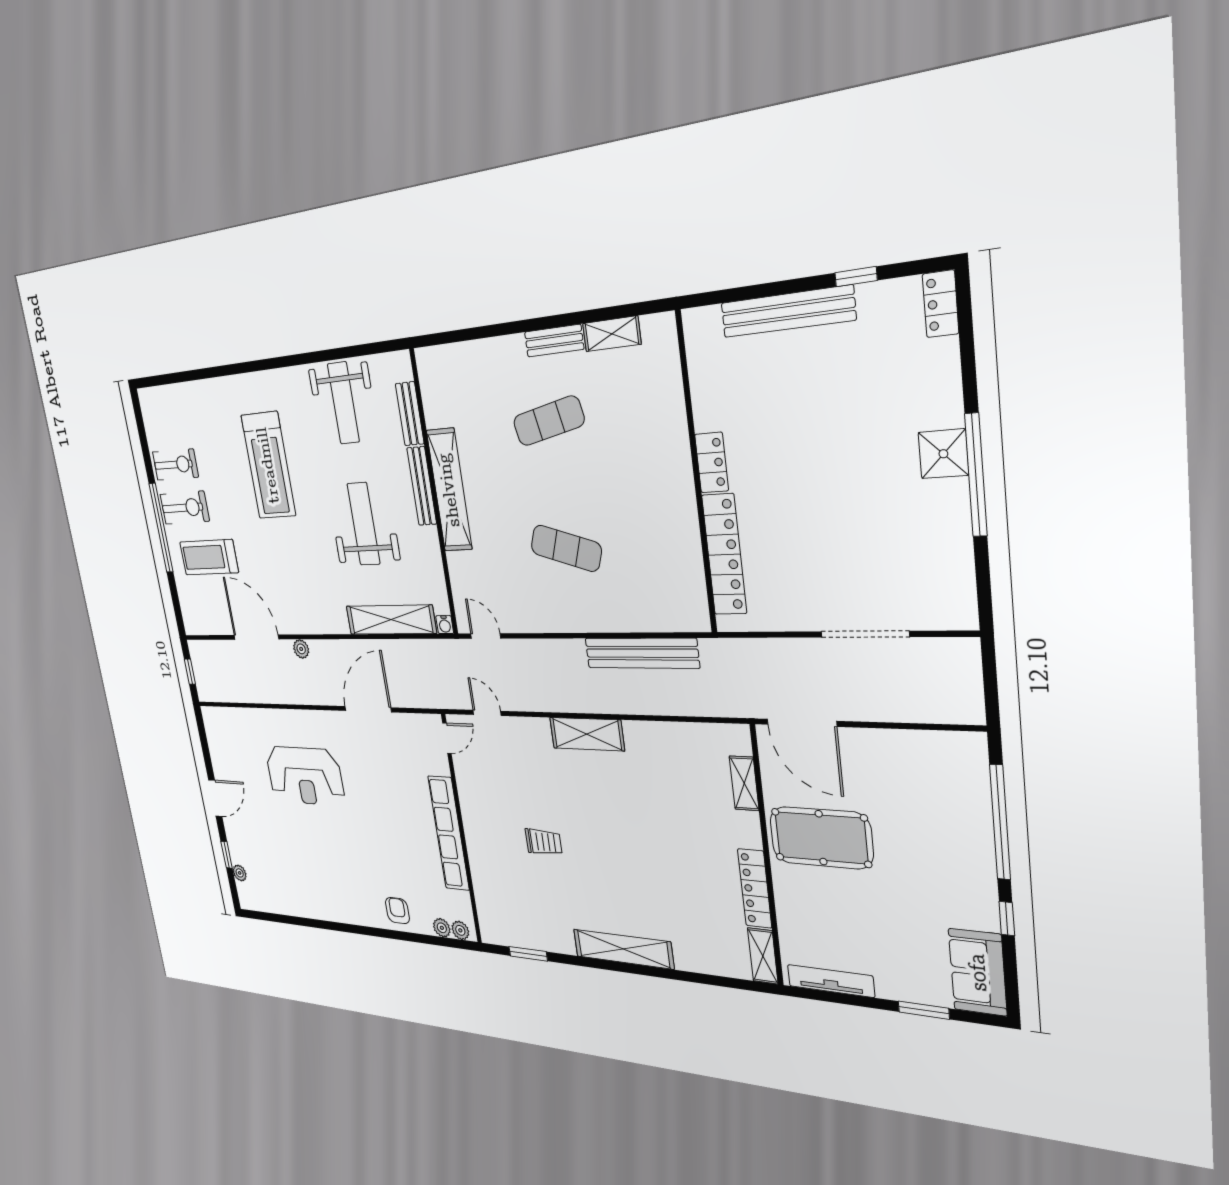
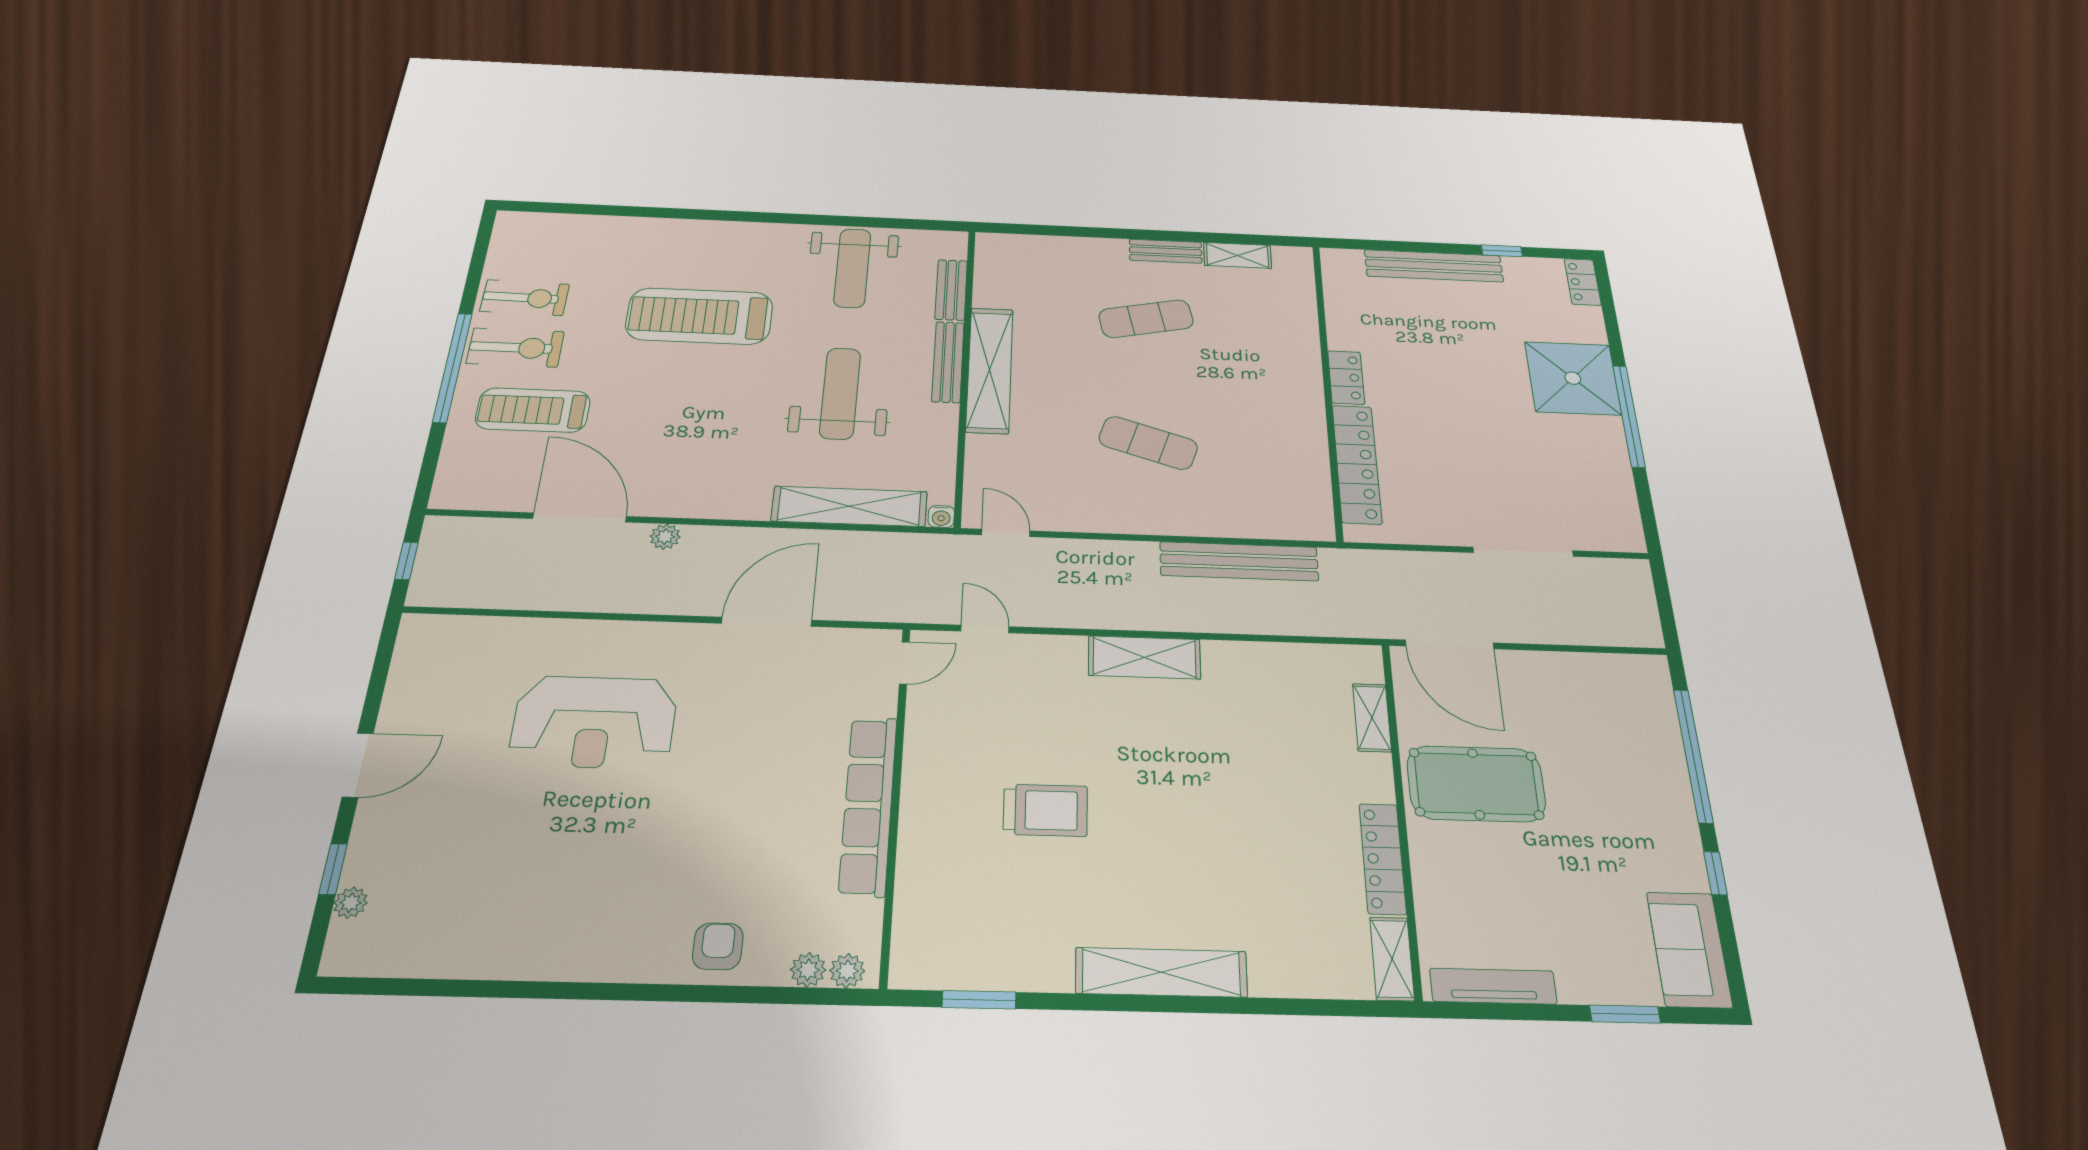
shower: (943, 454) -> (1573, 378), width x1.86, depth x1.86
treadmill: (268, 465) -> (699, 316), turned 90
trolley: (544, 842) -> (1045, 810), width x1.36, depth x1.39

